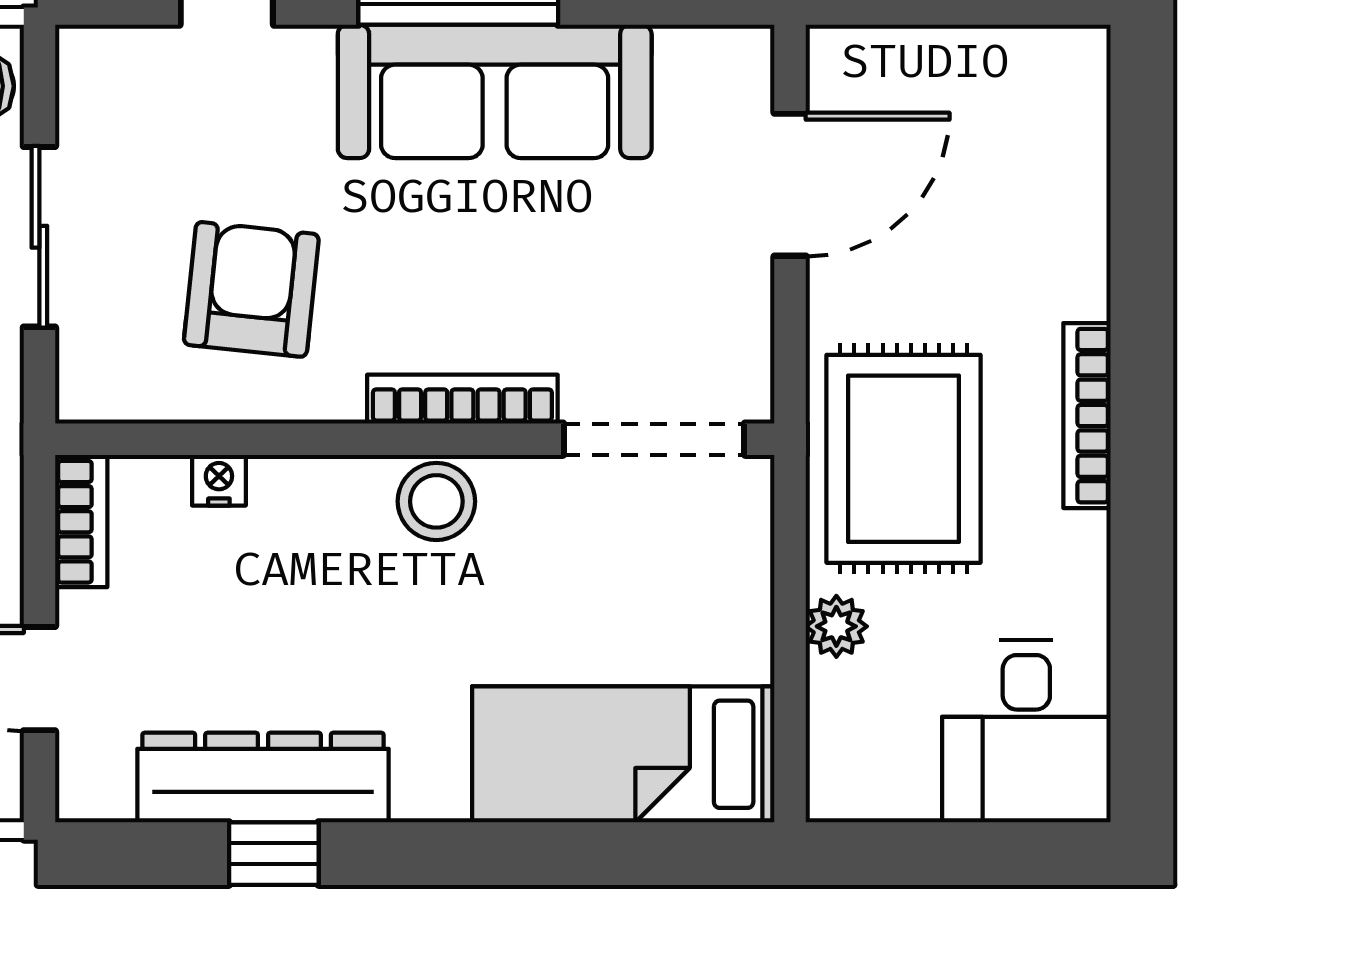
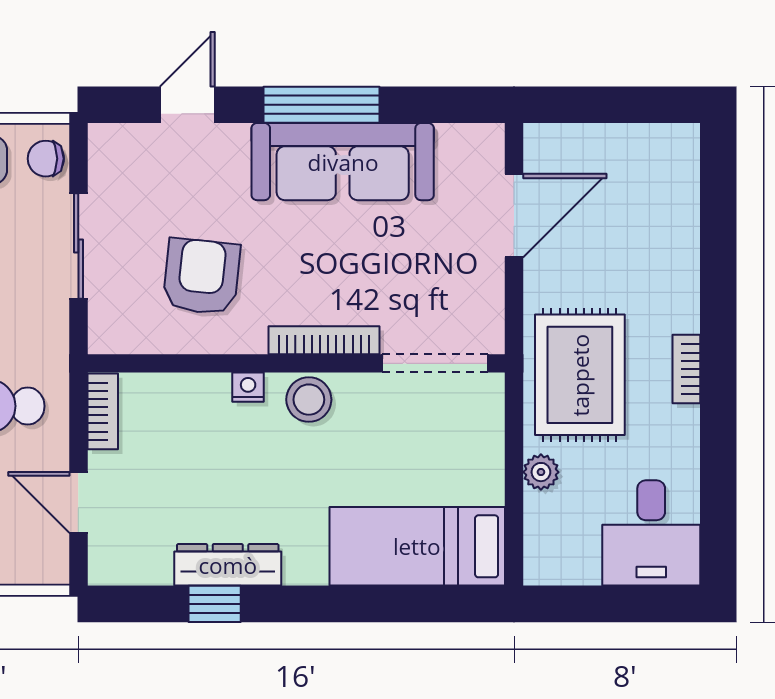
bookcase: (1087, 416) -> (686, 369), width x0.64
nightstand: (219, 480) -> (248, 387), moved
dresser: (263, 777) -> (228, 565), width x0.73, depth x0.80

